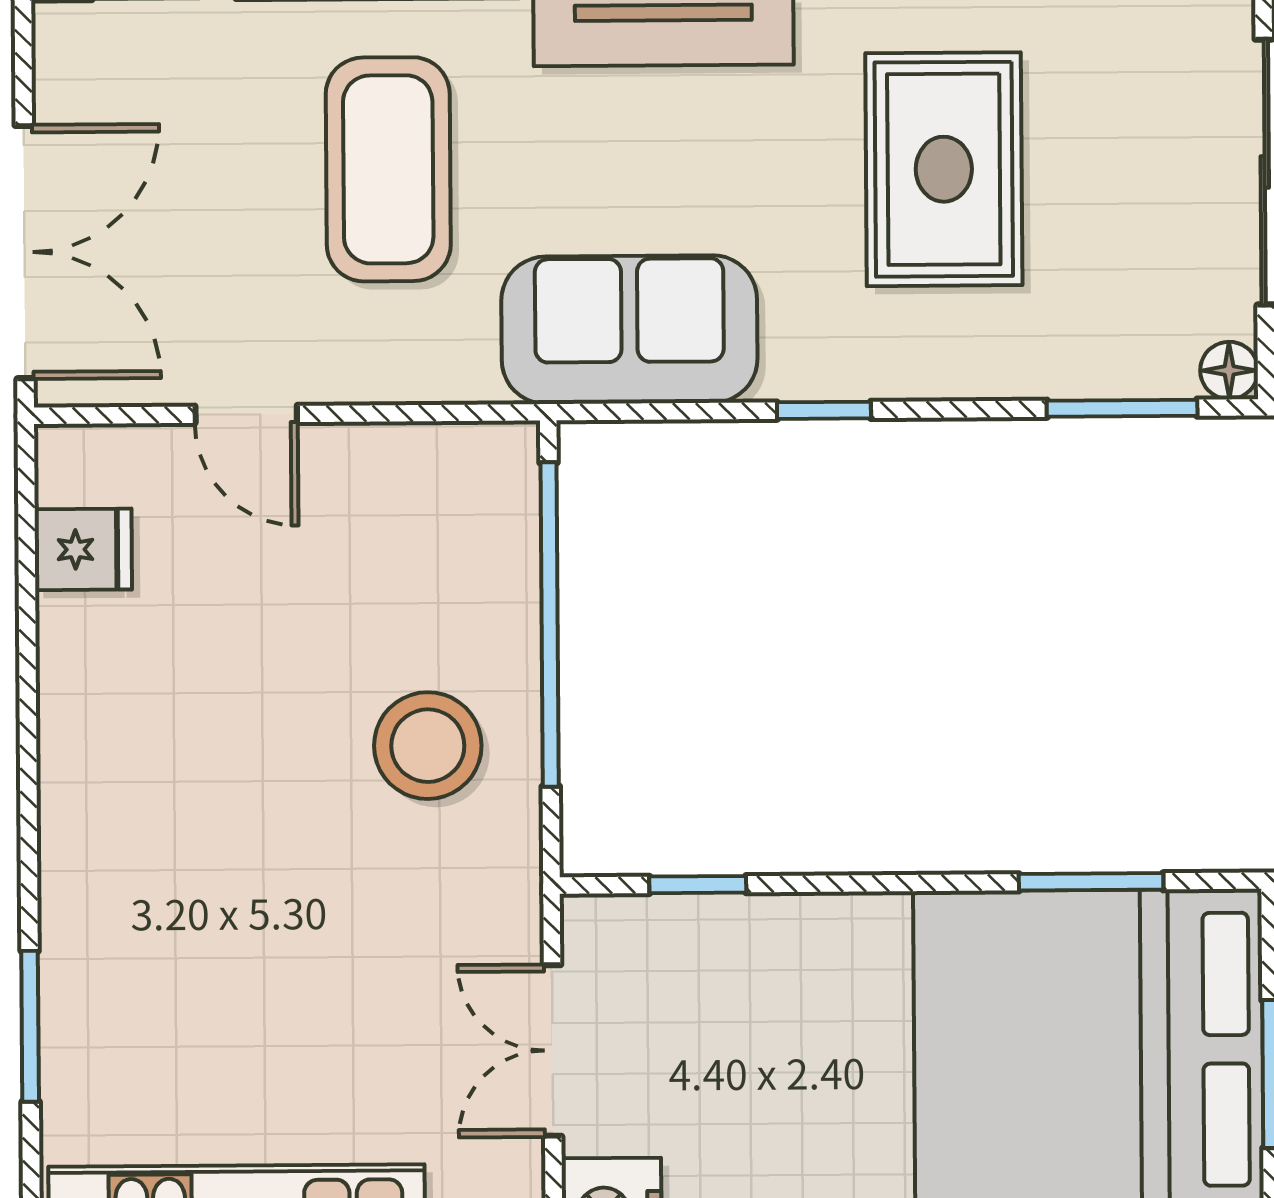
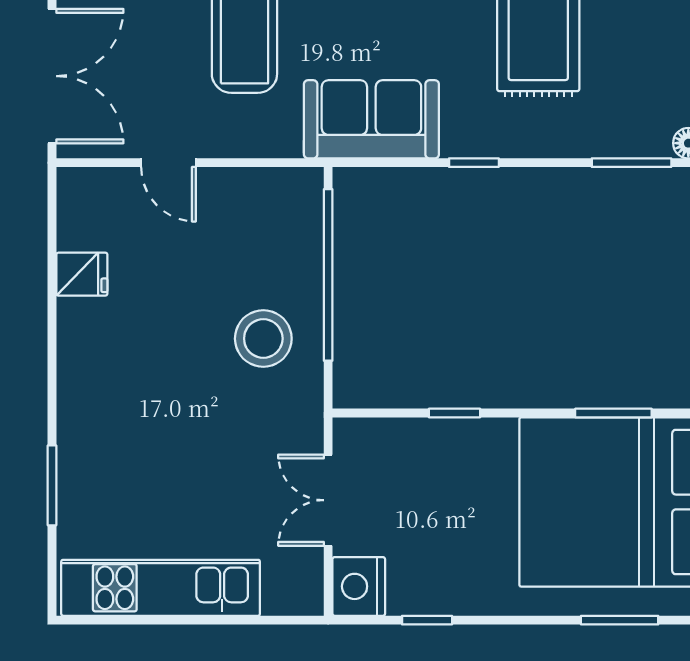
fridge: (83, 549) -> (82, 274), moved
window: (698, 885) -> (455, 413), moved

